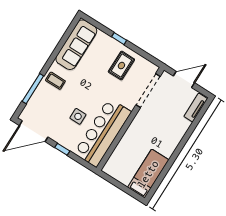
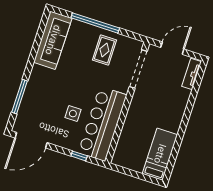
window: (119, 39) -> (95, 23), width x3.17
coffee table: (55, 81) -> (41, 83), removed
window: (62, 149) -> (79, 156), moved

